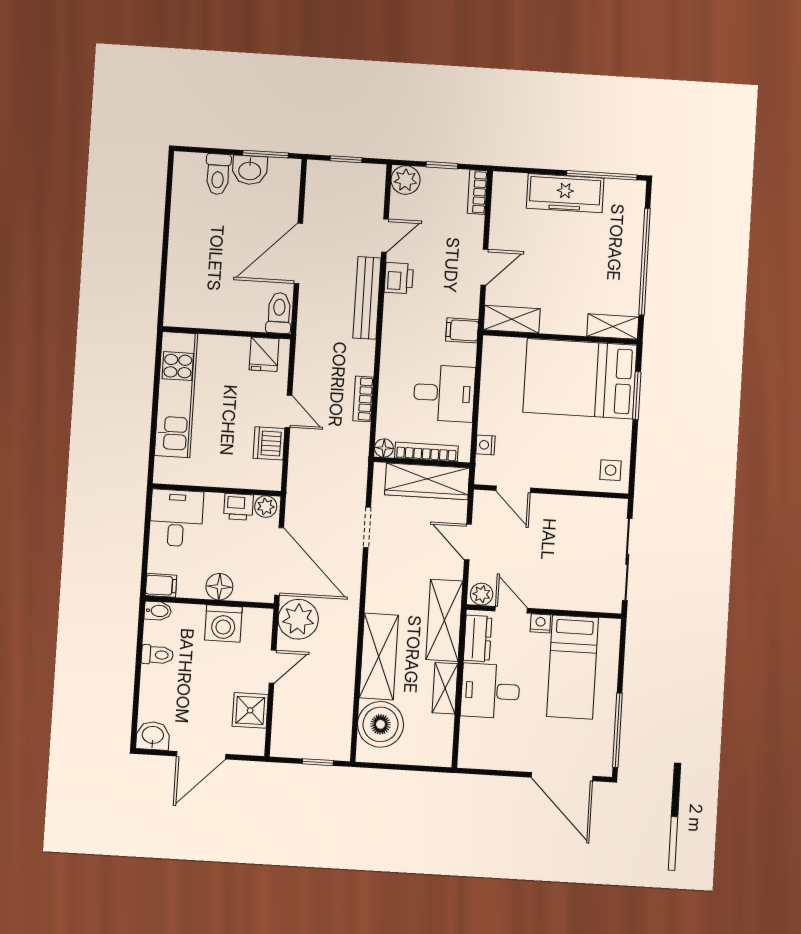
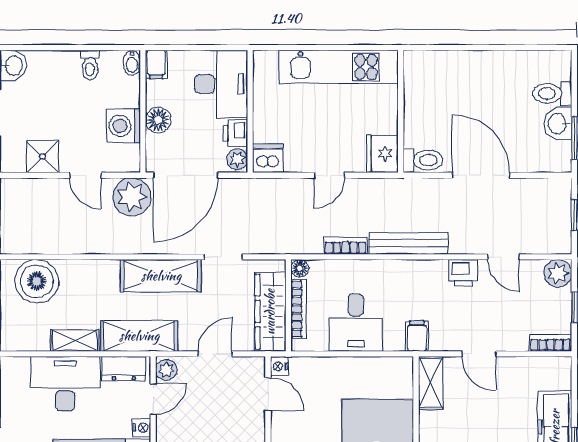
bench: (367, 298) -> (408, 243), moved
fridge: (264, 354) -> (382, 154), width x1.38
dishwasher: (269, 443) -> (268, 158), moved
nightstand: (485, 445) -> (279, 366), moved, turned -90
door: (513, 489) -> (268, 394), swing flipped
desk: (176, 518) -> (221, 84), width x1.37
shelving: (379, 656) -> (161, 276), moved
desk: (490, 691) -> (65, 384), width x1.37

